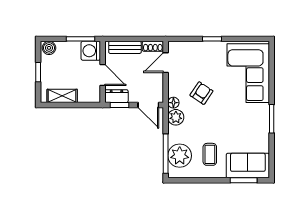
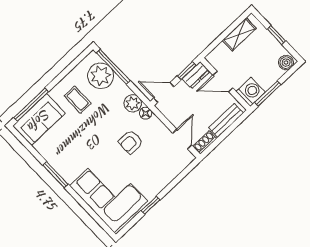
window: (212, 39) -> (150, 205), moved
armchair: (201, 93) -> (131, 142), turned 56
window: (244, 180) -> (31, 105), width x1.44

